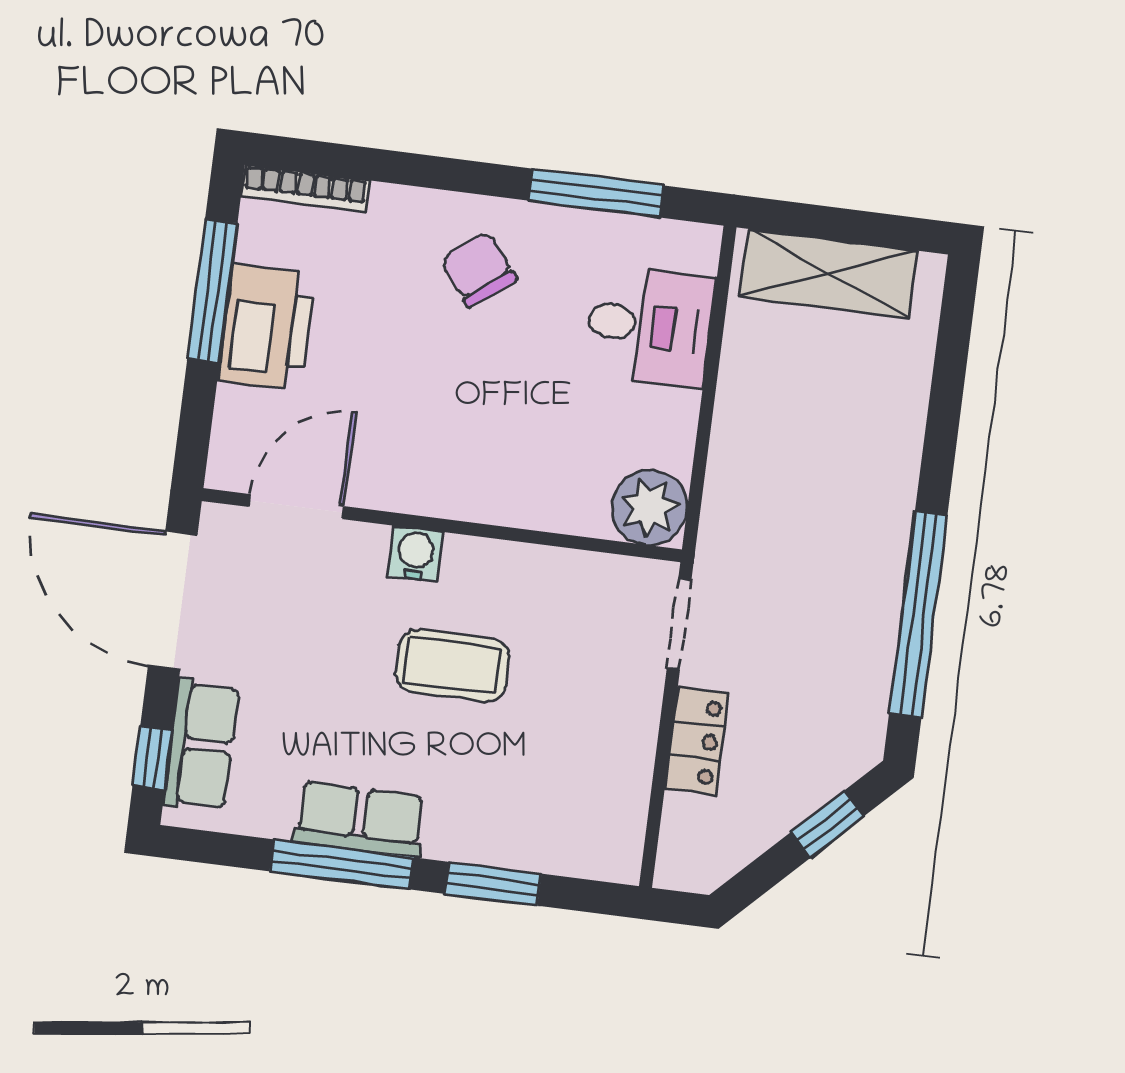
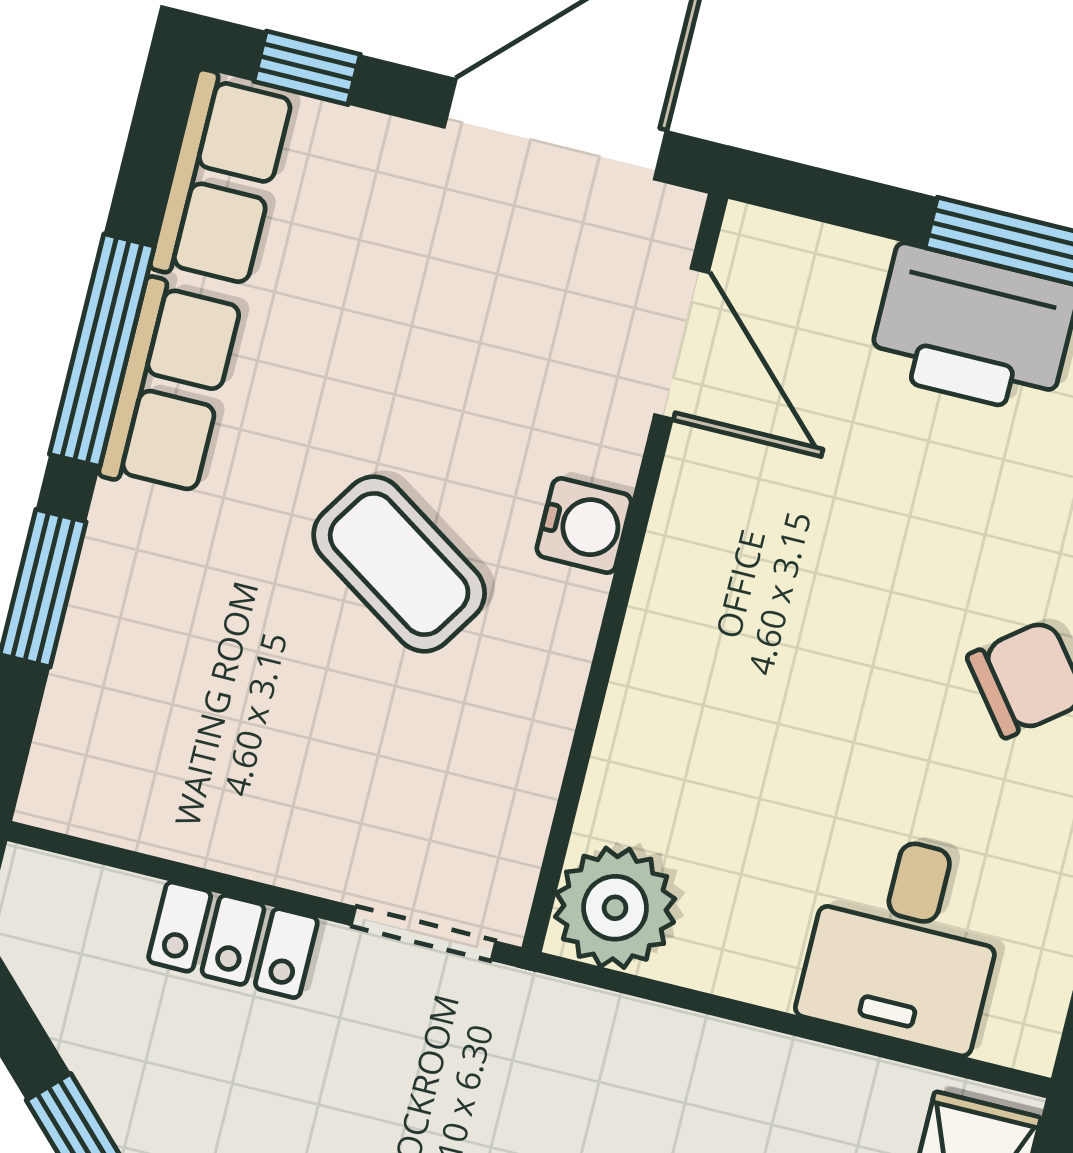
coffee table: (453, 665) -> (399, 564), turned -57
row of seats: (201, 745) -> (222, 180), moved, turned -90

